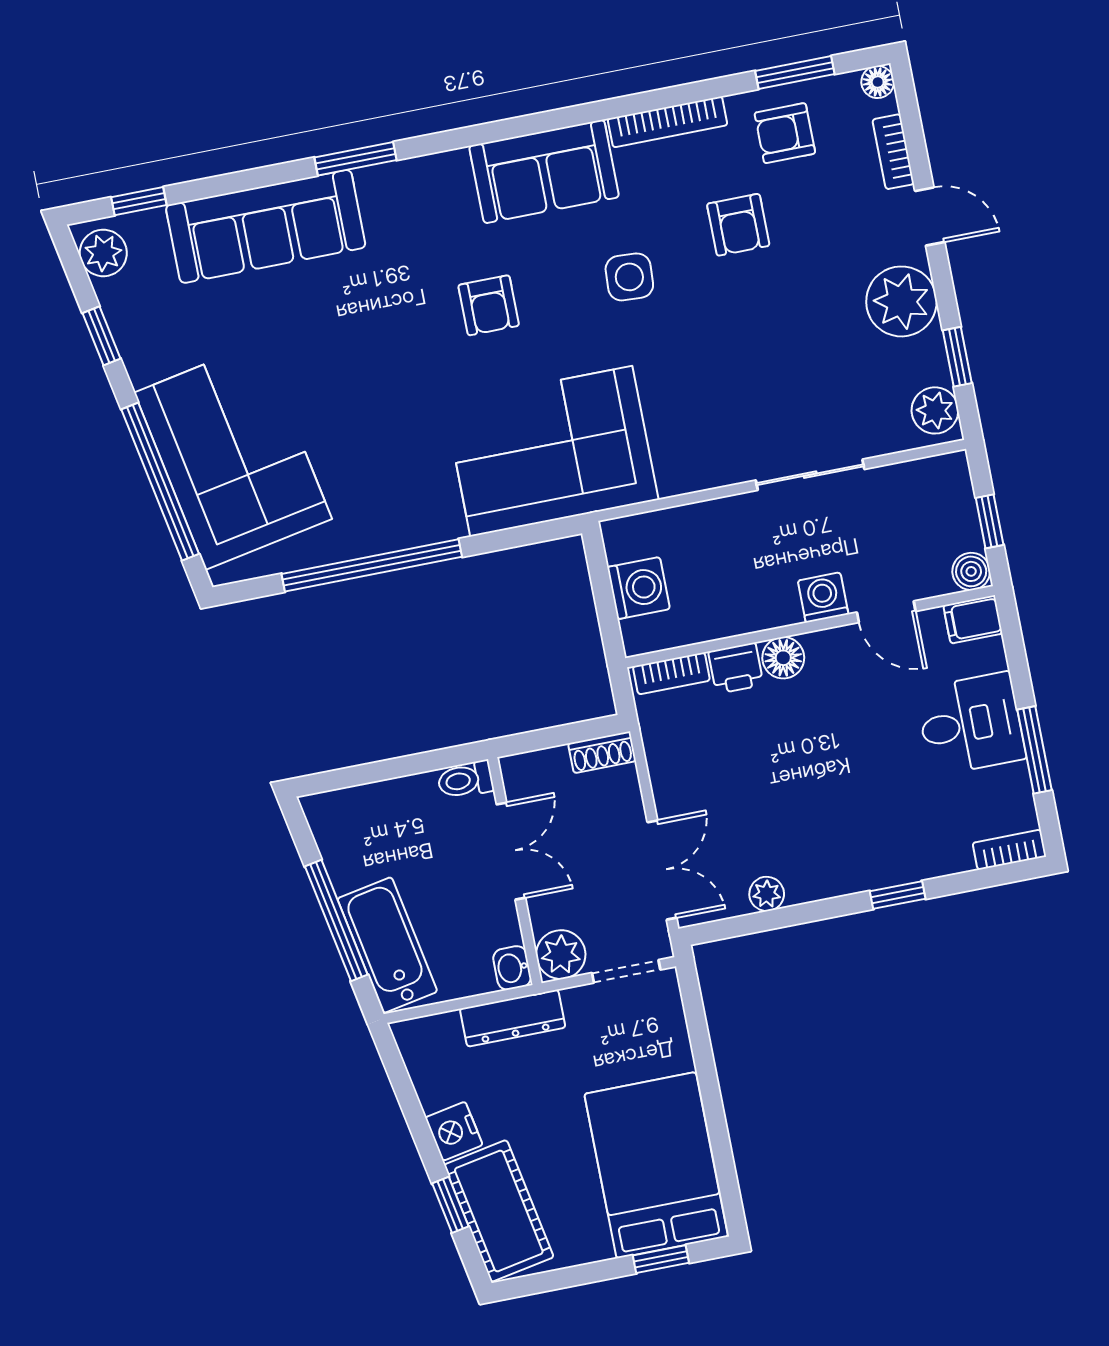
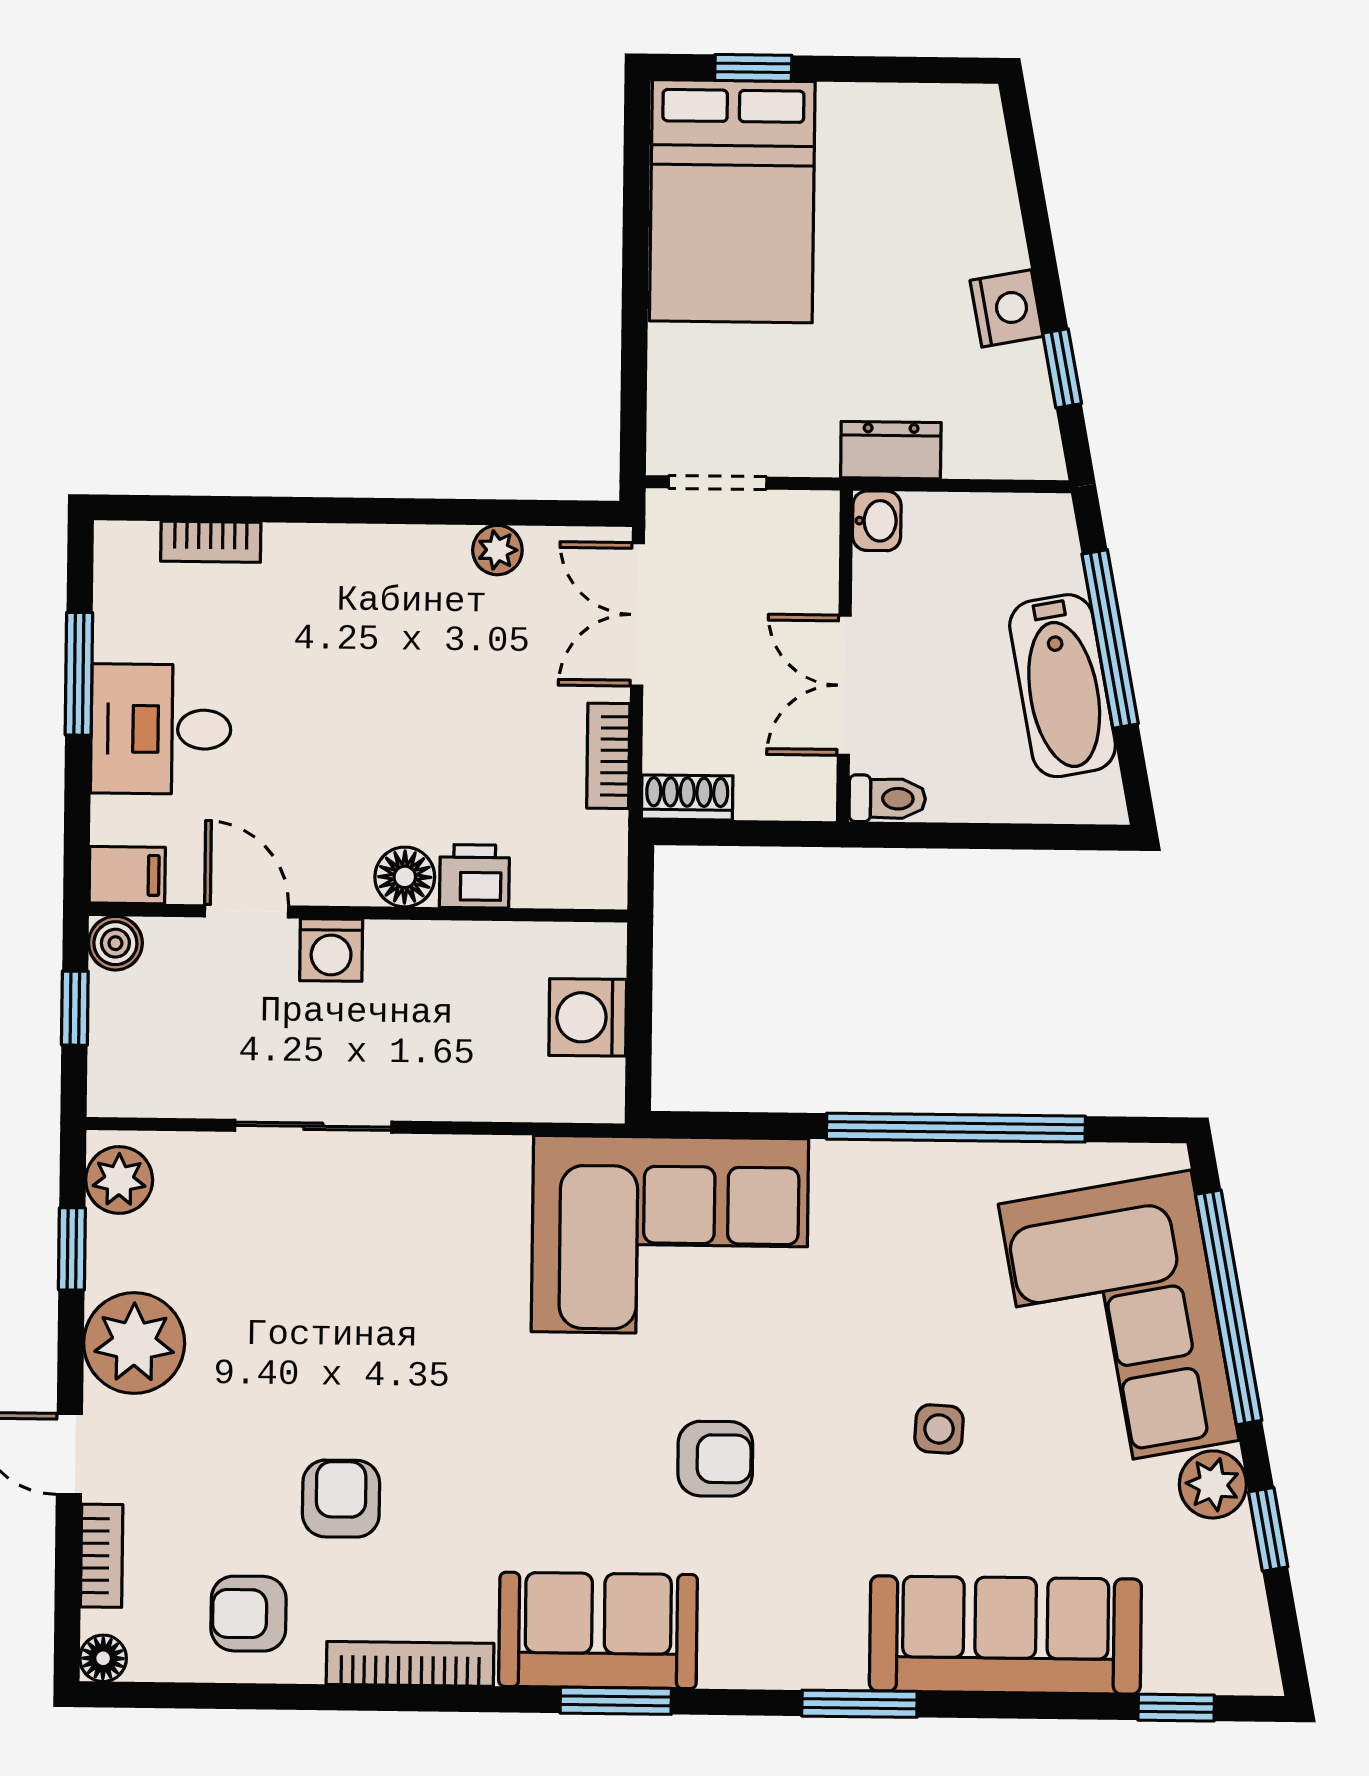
window: (795, 73) -> (616, 1701), moved
armchair: (785, 133) -> (249, 1614), turned 180
plant: (103, 253) -> (1213, 1484), moved
side table: (629, 277) -> (939, 1429), moved, width x0.73, depth x0.73
armchair: (489, 305) -> (715, 1459), turned 90
bookcase: (671, 673) -> (608, 756), moved, turned -90
bookcase: (1009, 850) -> (211, 542), moved
window: (898, 895) -> (314, 510), removed
bathtub: (387, 945) -> (1063, 686), moved
plant: (561, 955) -> (804, 525), removed
dresser: (513, 1018) -> (891, 450), width x0.70
window: (450, 1205) -> (1062, 368), moved
cot: (499, 1211) -> (967, 183), removed

